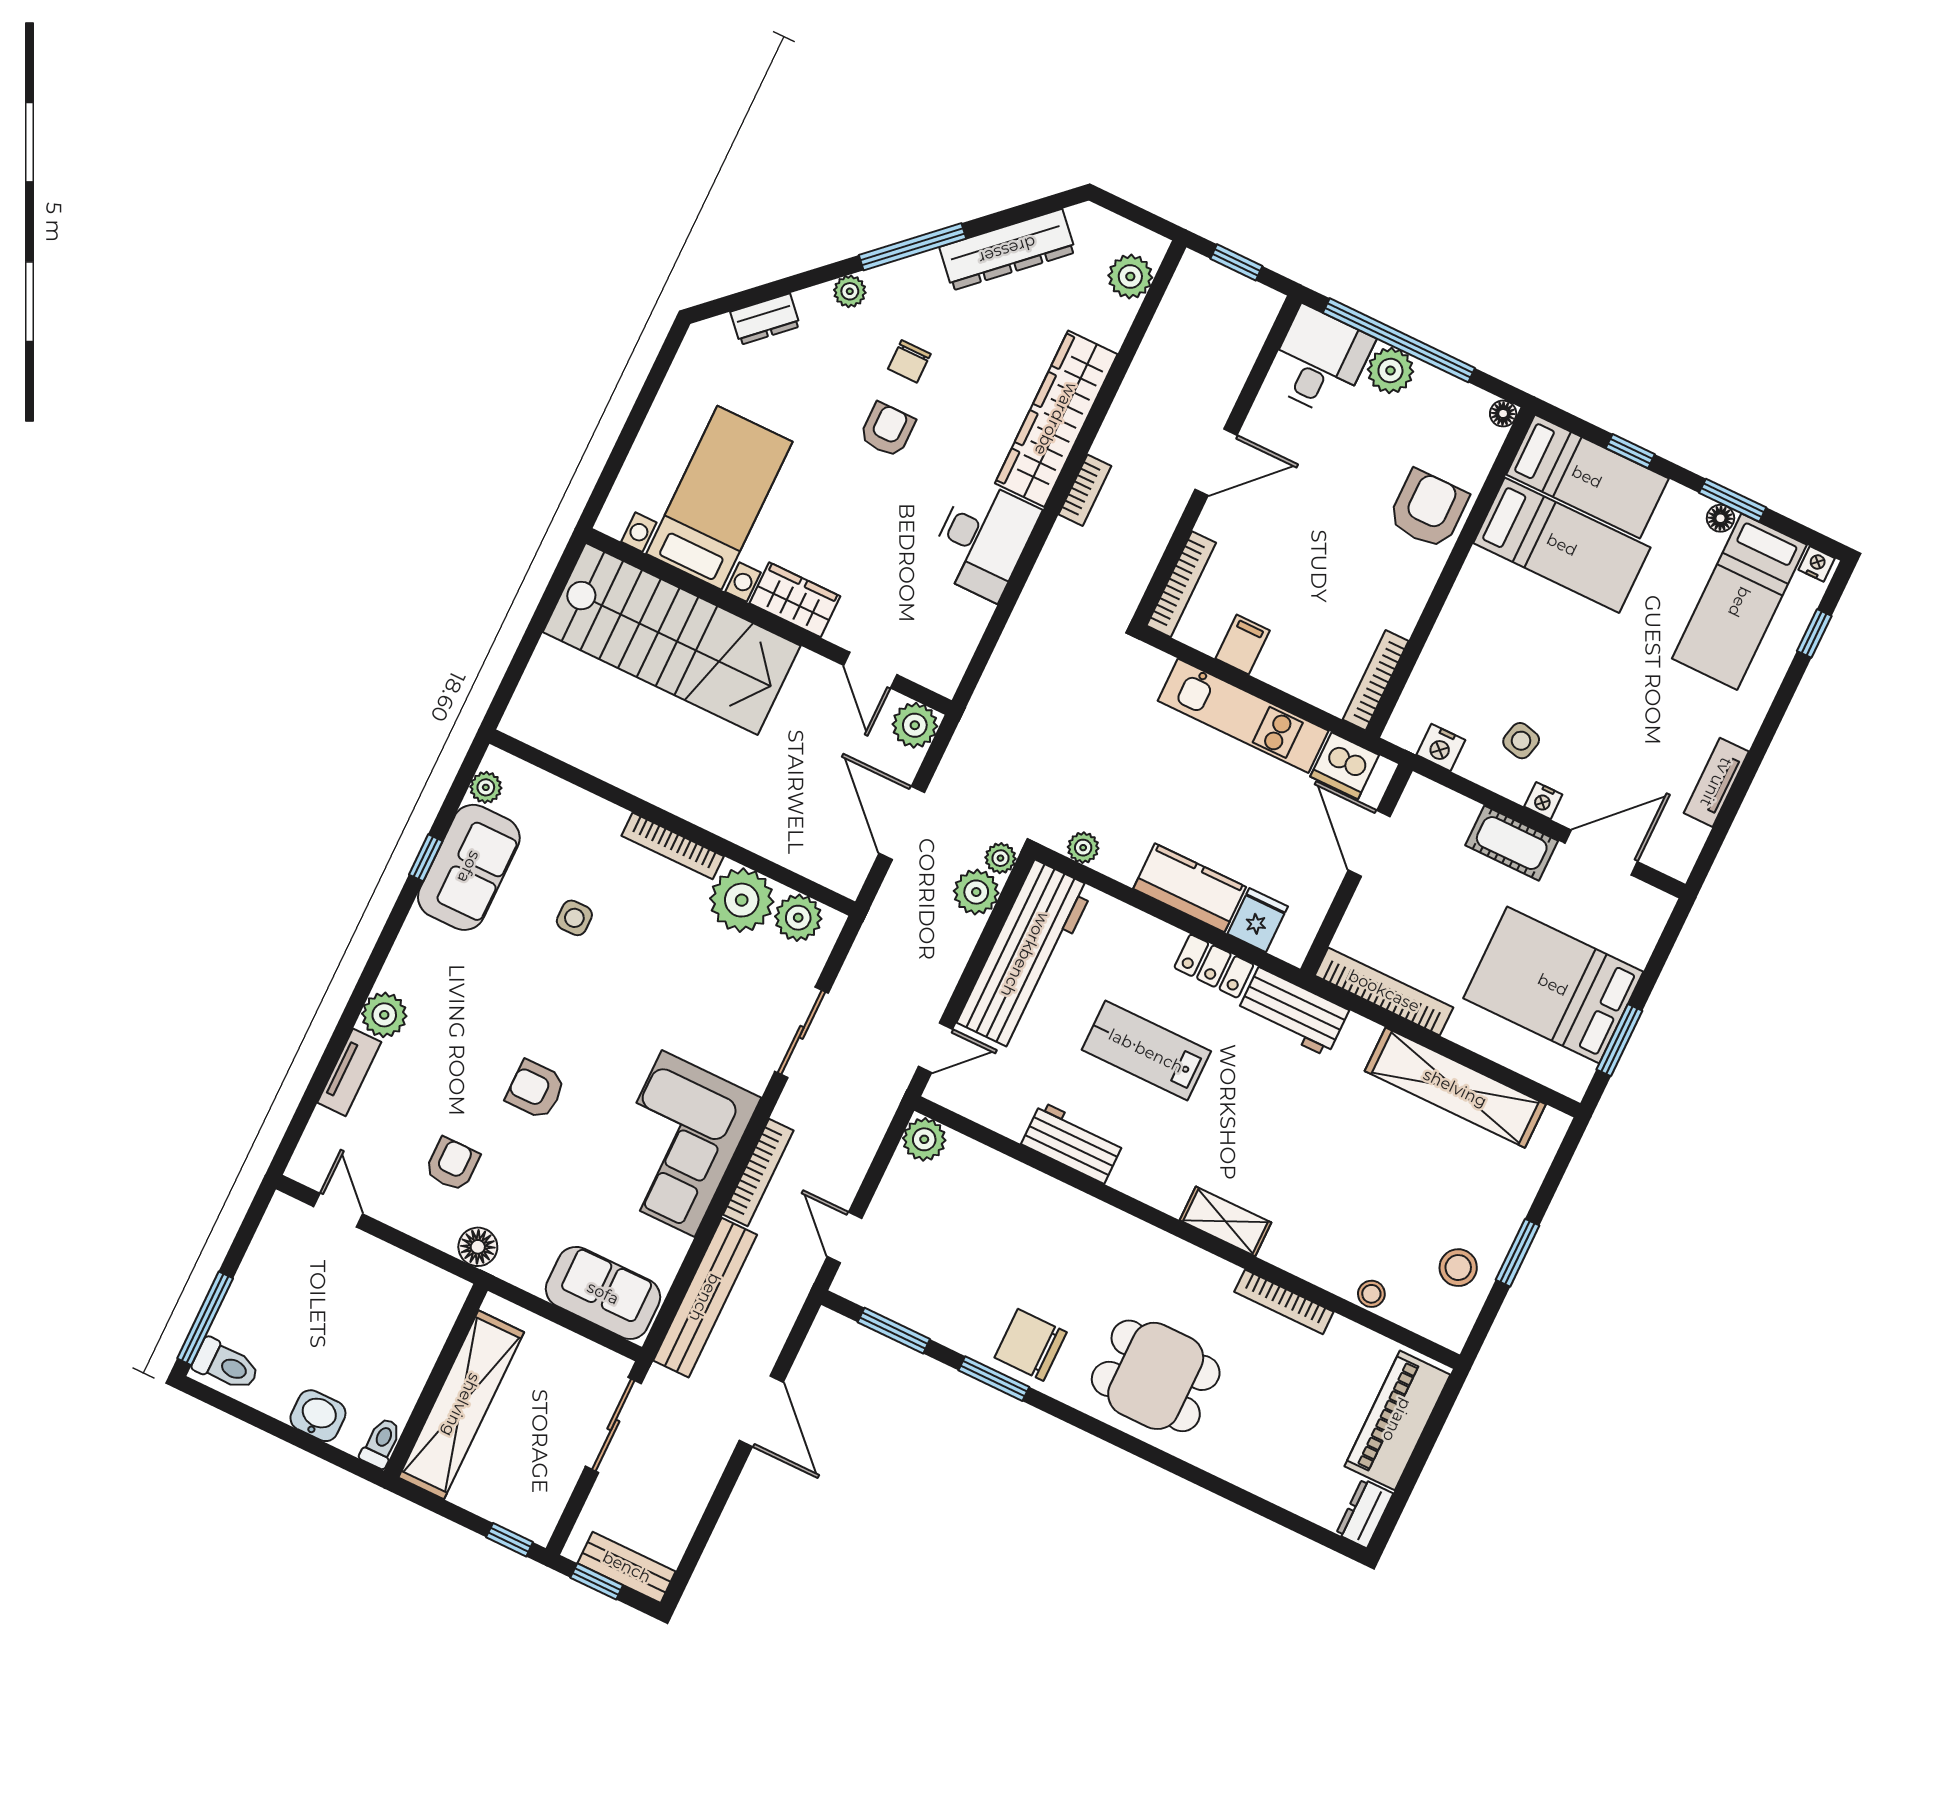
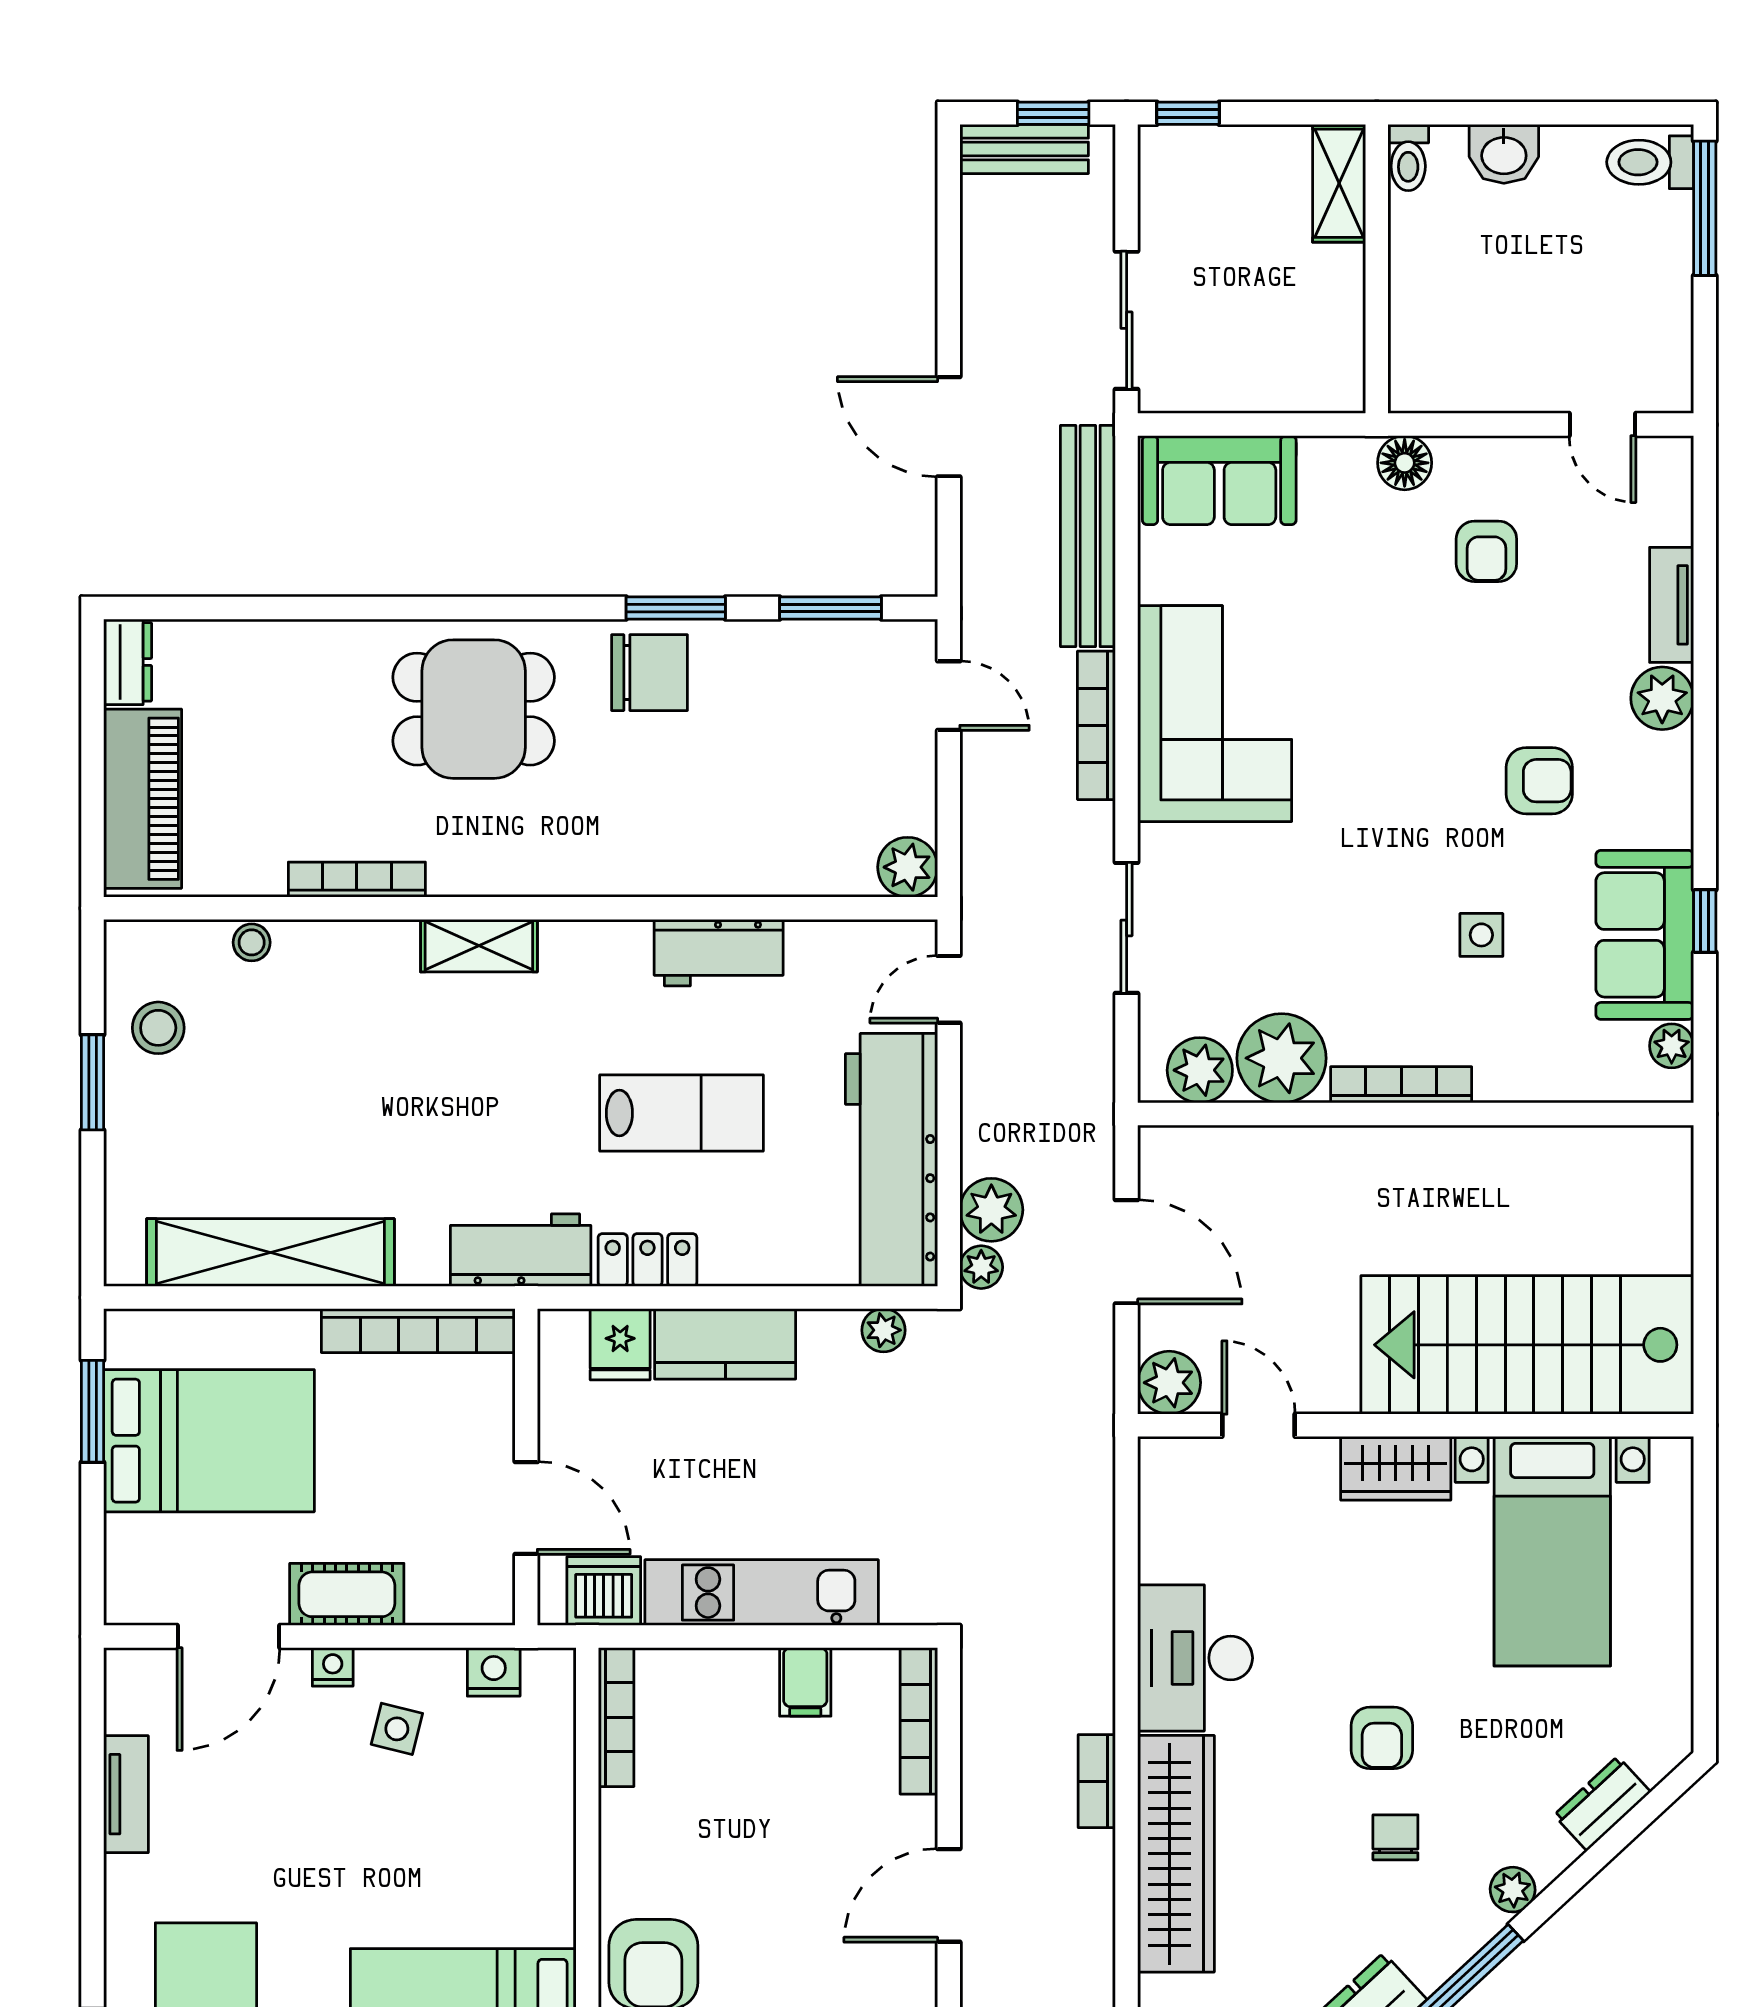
armchair: (535, 1090) -> (1539, 781), moved
shelving: (461, 1405) -> (1339, 183), width x0.45, depth x0.75

